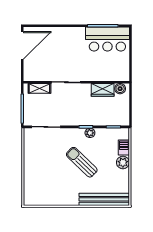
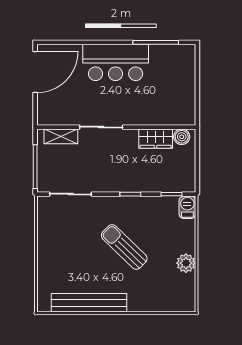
bar counter: (107, 39) -> (116, 62), moved
plant: (90, 133) -> (137, 203), removed
barbecue: (124, 147) -> (187, 207), moved
plant: (123, 162) -> (186, 263), moved
bench: (104, 199) -> (89, 303), moved

